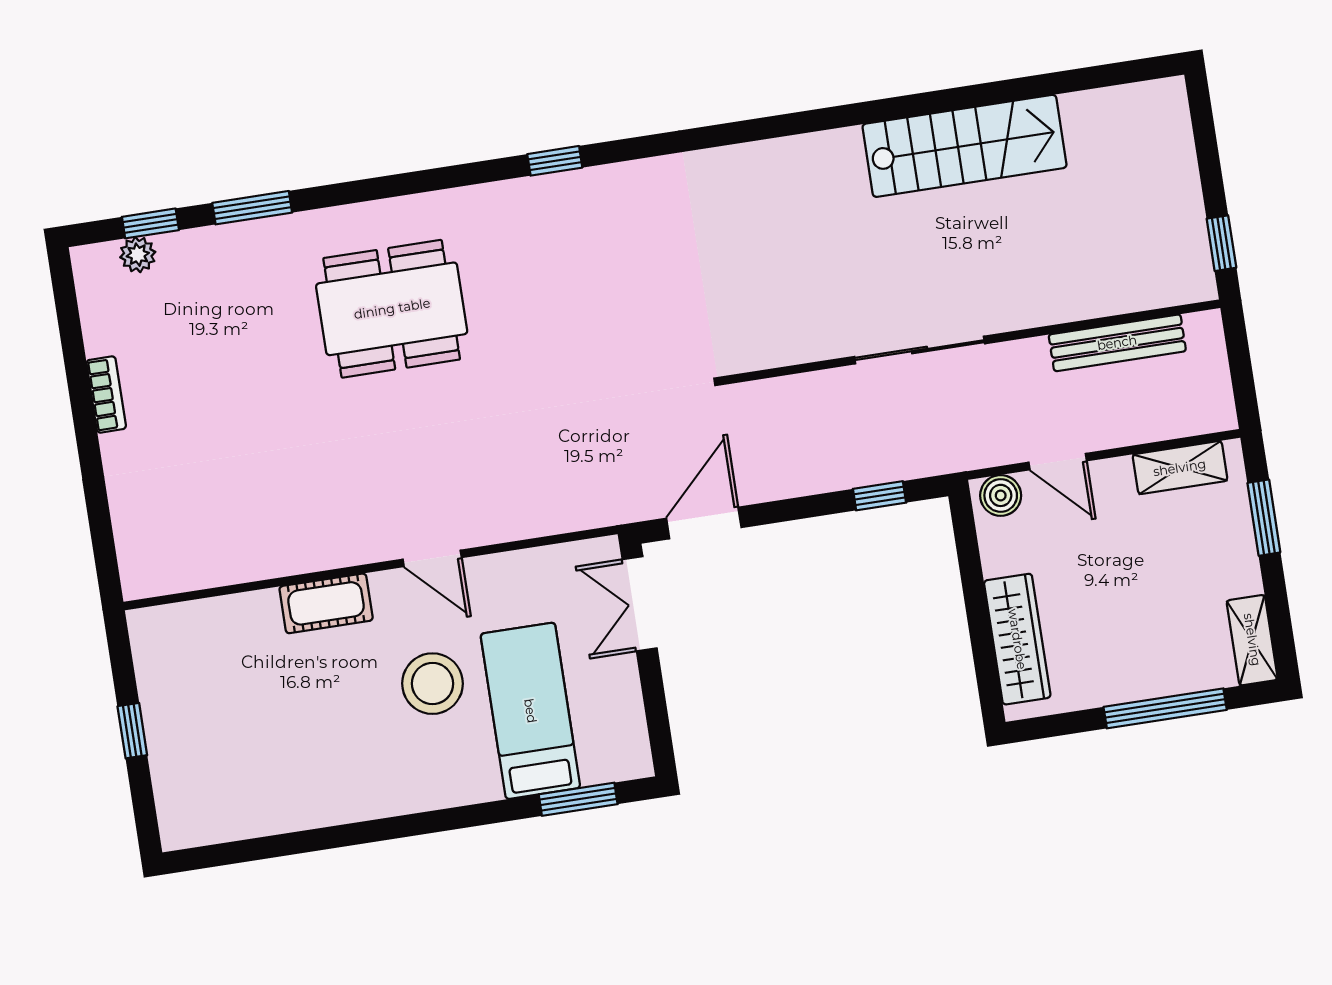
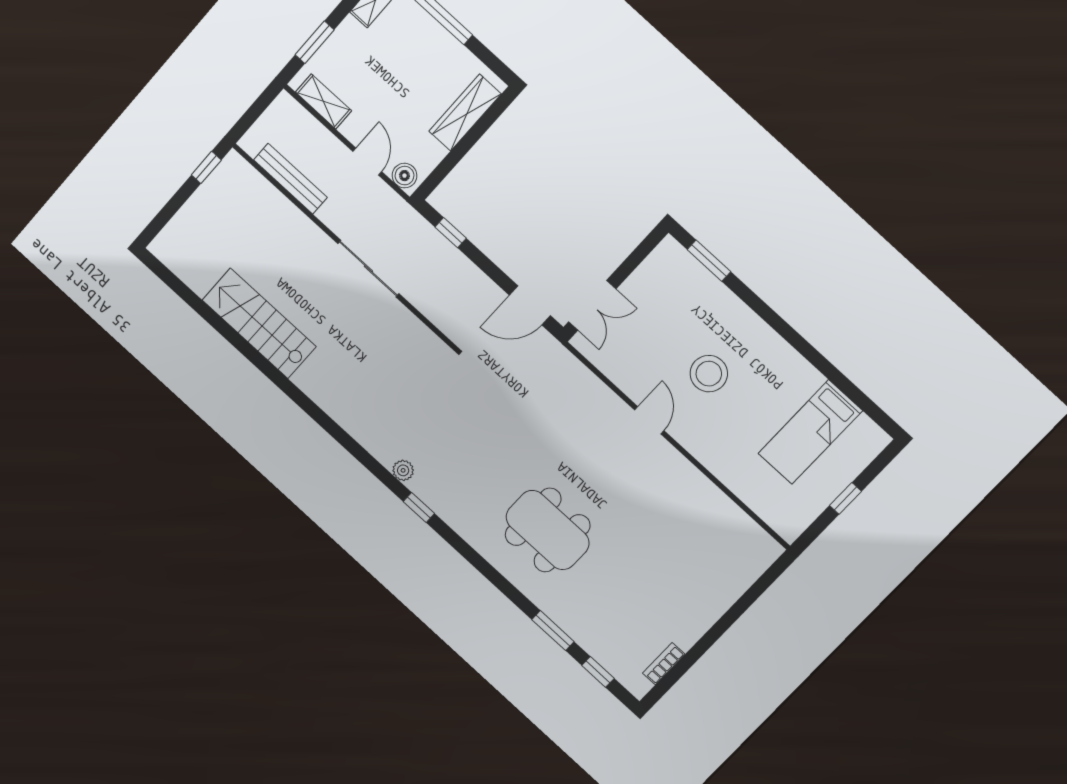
plant: (138, 255) -> (403, 470), moved
bookcase: (106, 395) -> (664, 664), moved
cot: (326, 603) -> (711, 454), removed
bed: (530, 711) -> (810, 432), moved

